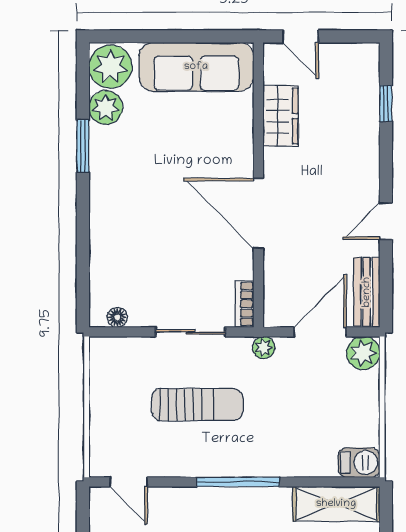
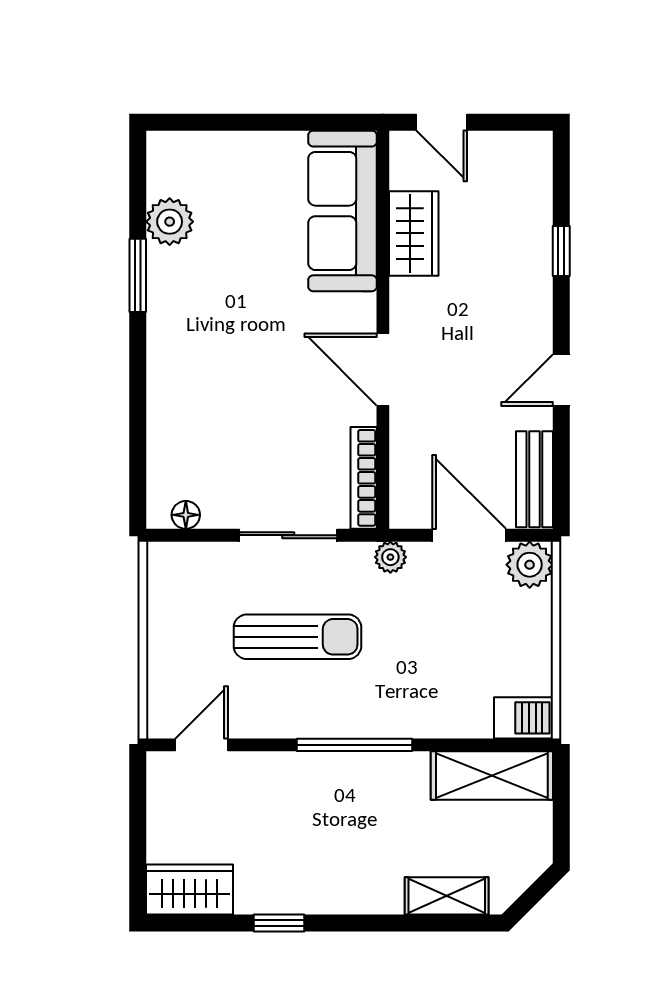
plant: (110, 67) -> (176, 165), removed
sofa: (196, 67) -> (342, 211), moved, turned 90
window: (386, 104) -> (561, 251), moved
door: (258, 213) -> (383, 370), width x0.73
bookcase: (244, 304) -> (364, 478), width x1.56
door: (320, 332) -> (469, 535), hinge flipped
door: (129, 482) -> (202, 745), swing flipped

